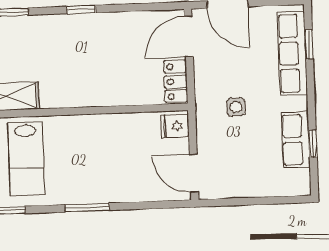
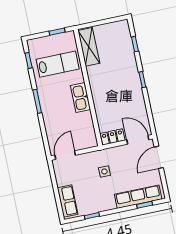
fridge: (175, 126) -> (89, 141), removed
kitchen sink: (94, 127) -> (81, 98), added
row of seats: (296, 140) -> (68, 201), moved, turned 90
lab bench: (26, 159) -> (58, 64), turned 180

